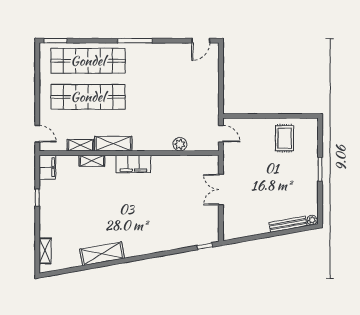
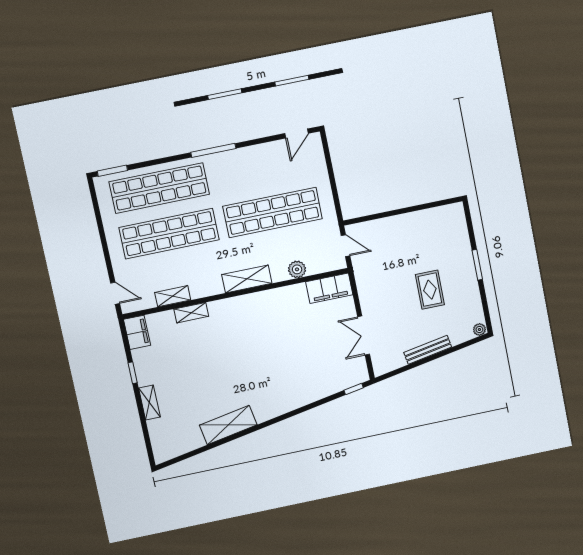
shop shelf: (170, 97) -> (273, 212), added
rug: (285, 138) -> (430, 290), moved
shelving: (113, 144) -> (247, 279), moved
filing cabinet: (133, 164) -> (329, 288), moved
double door: (221, 190) -> (364, 336), moved
bench: (288, 224) -> (428, 350), moved
shelving: (45, 251) -> (149, 403), moved

